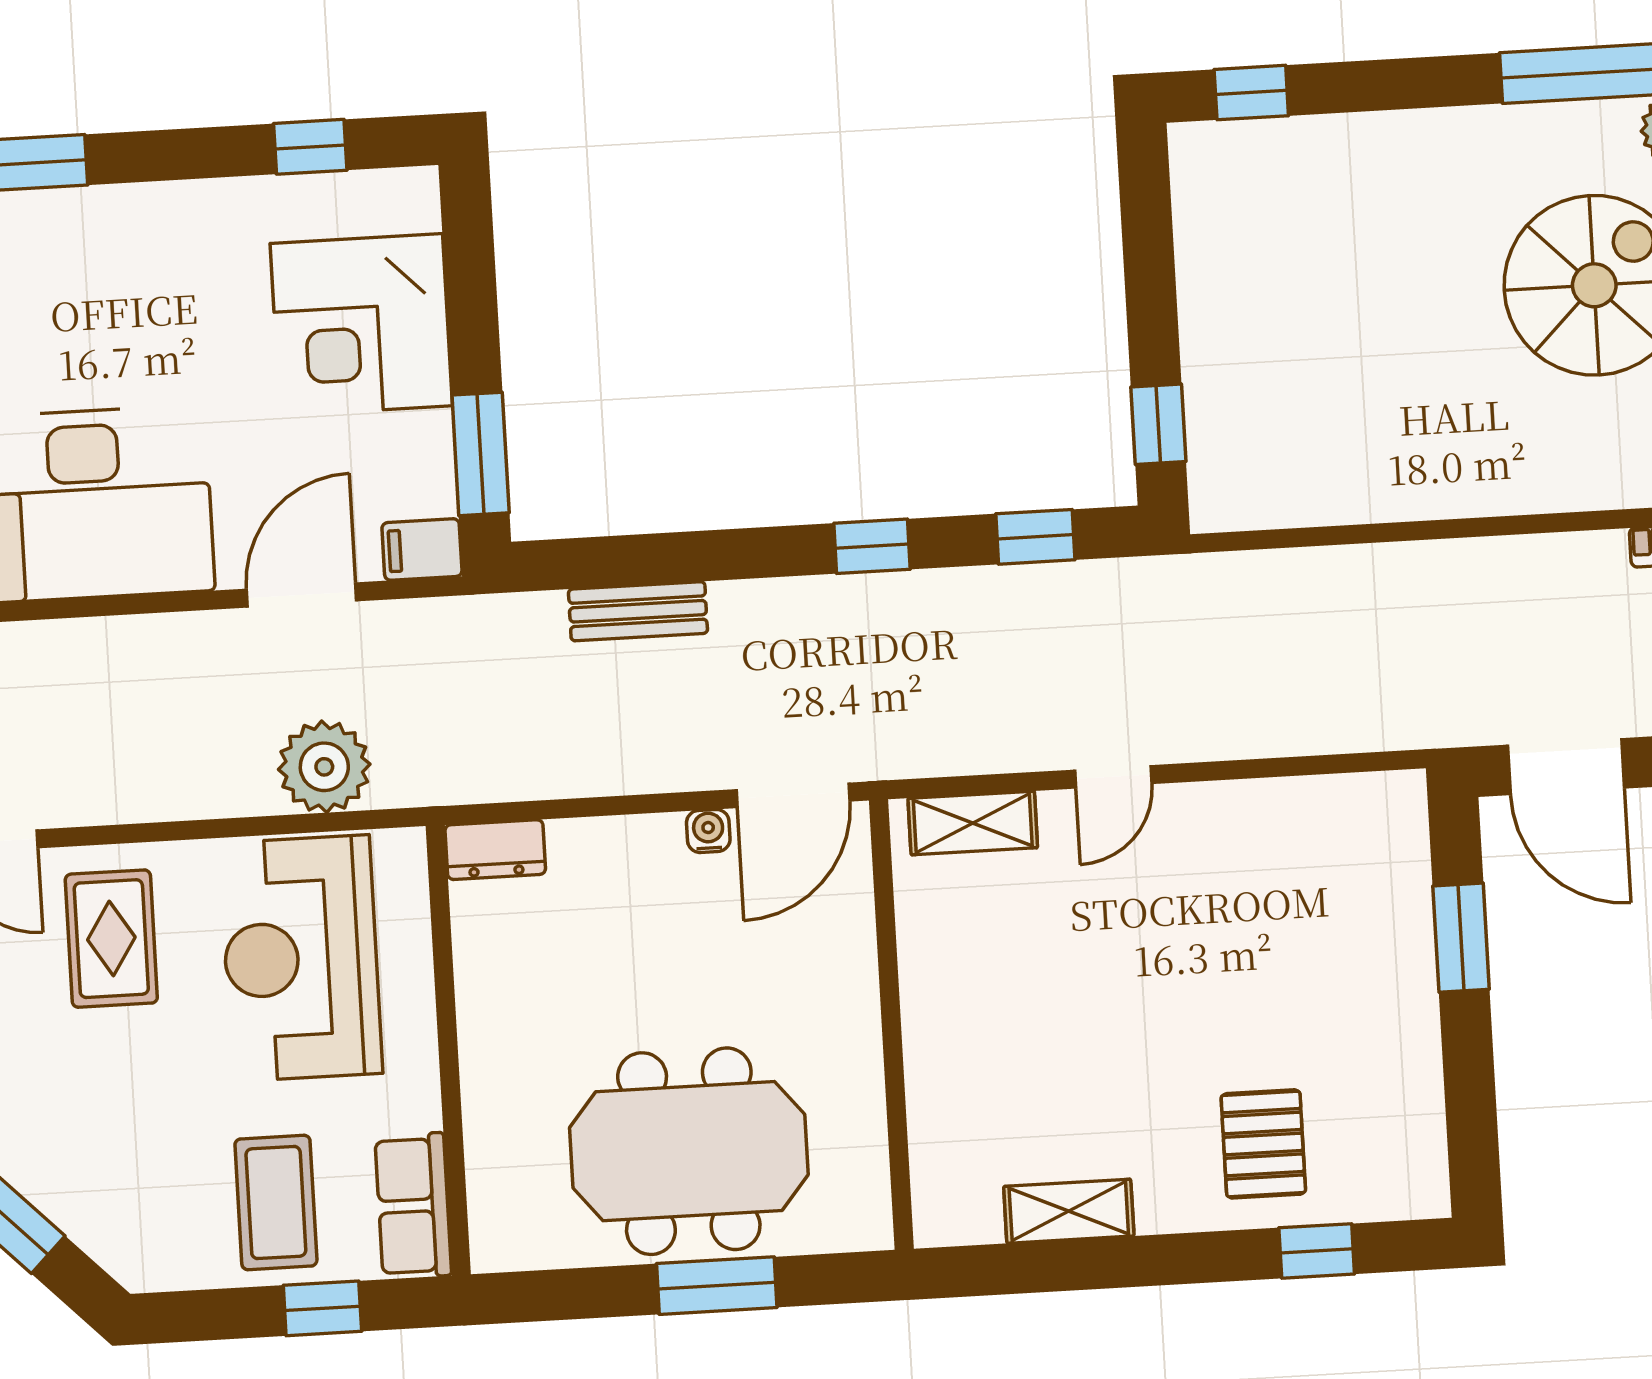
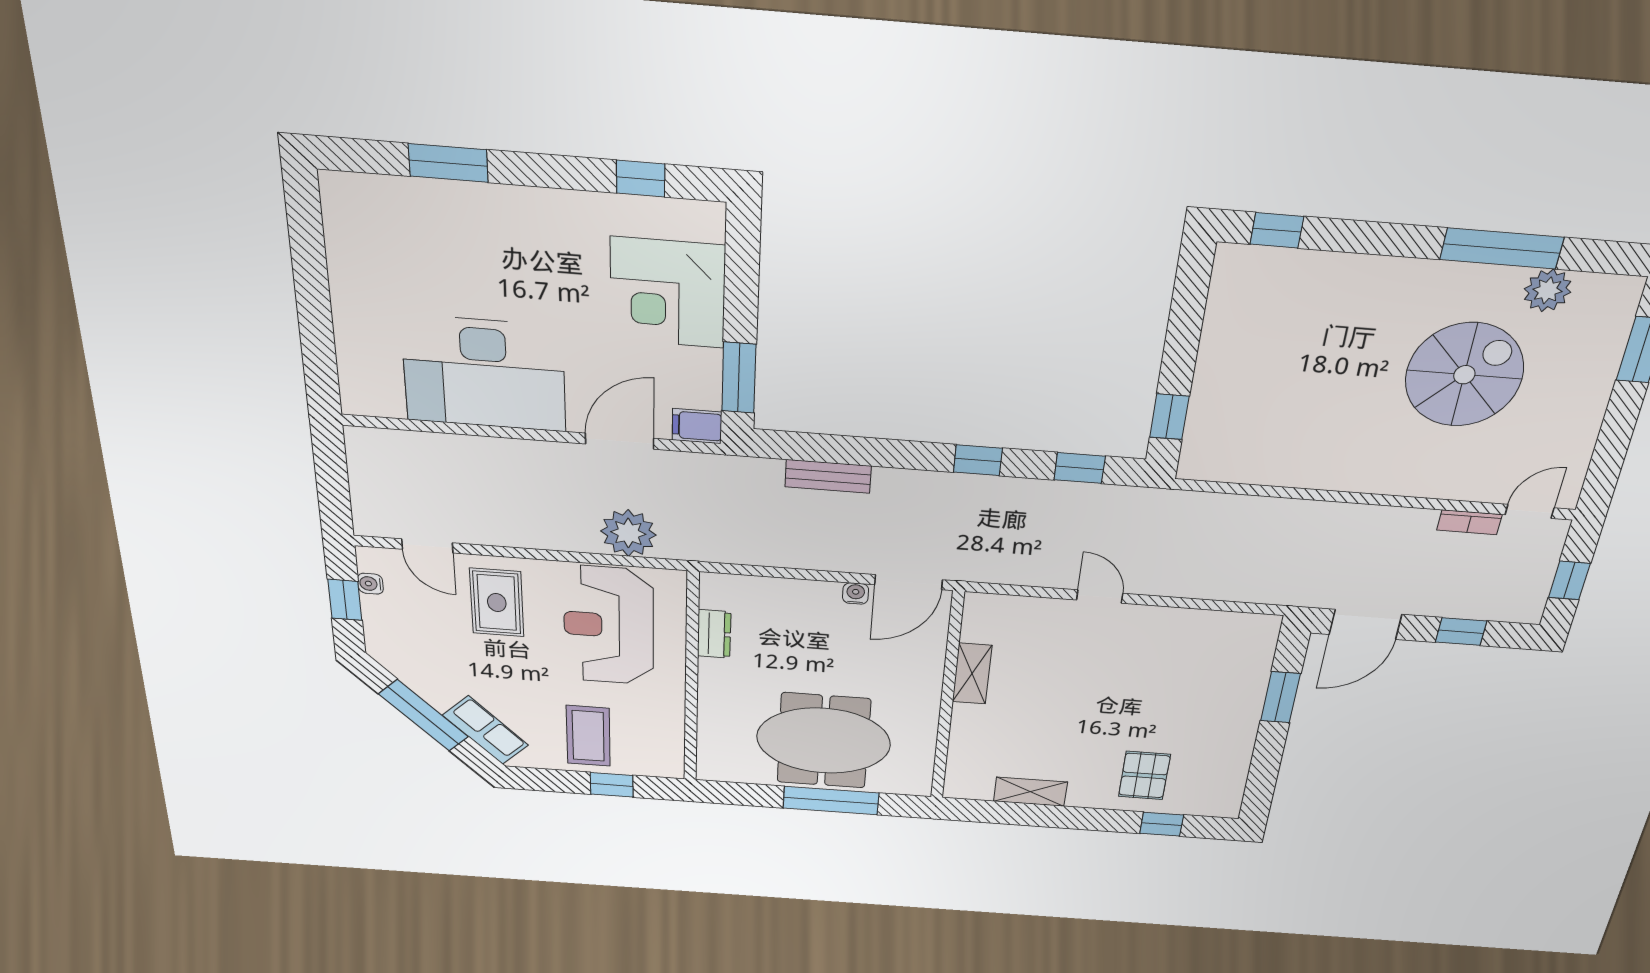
door: (1566, 767) -> (1365, 624), hinge flipped
door: (1113, 777) -> (1100, 597), swing flipped
shelving: (973, 823) -> (972, 674), moved, turned 90
dresser: (495, 850) -> (714, 634), moved, turned -90
row of seats: (413, 1206) -> (486, 730), moved, turned 135
window: (717, 1286) -> (831, 800), width x1.44

